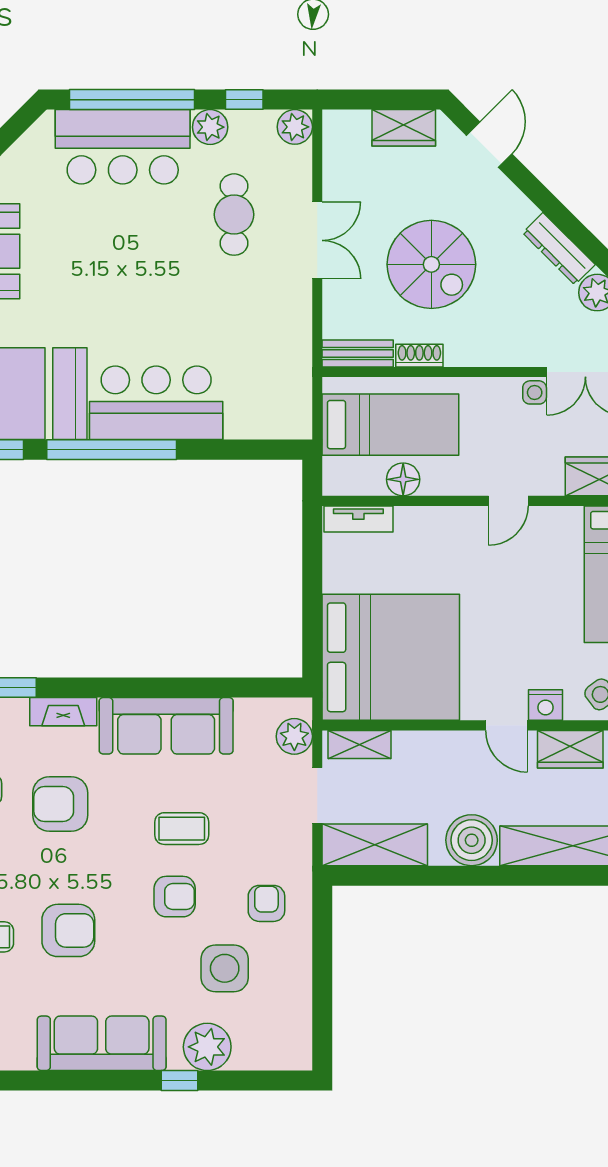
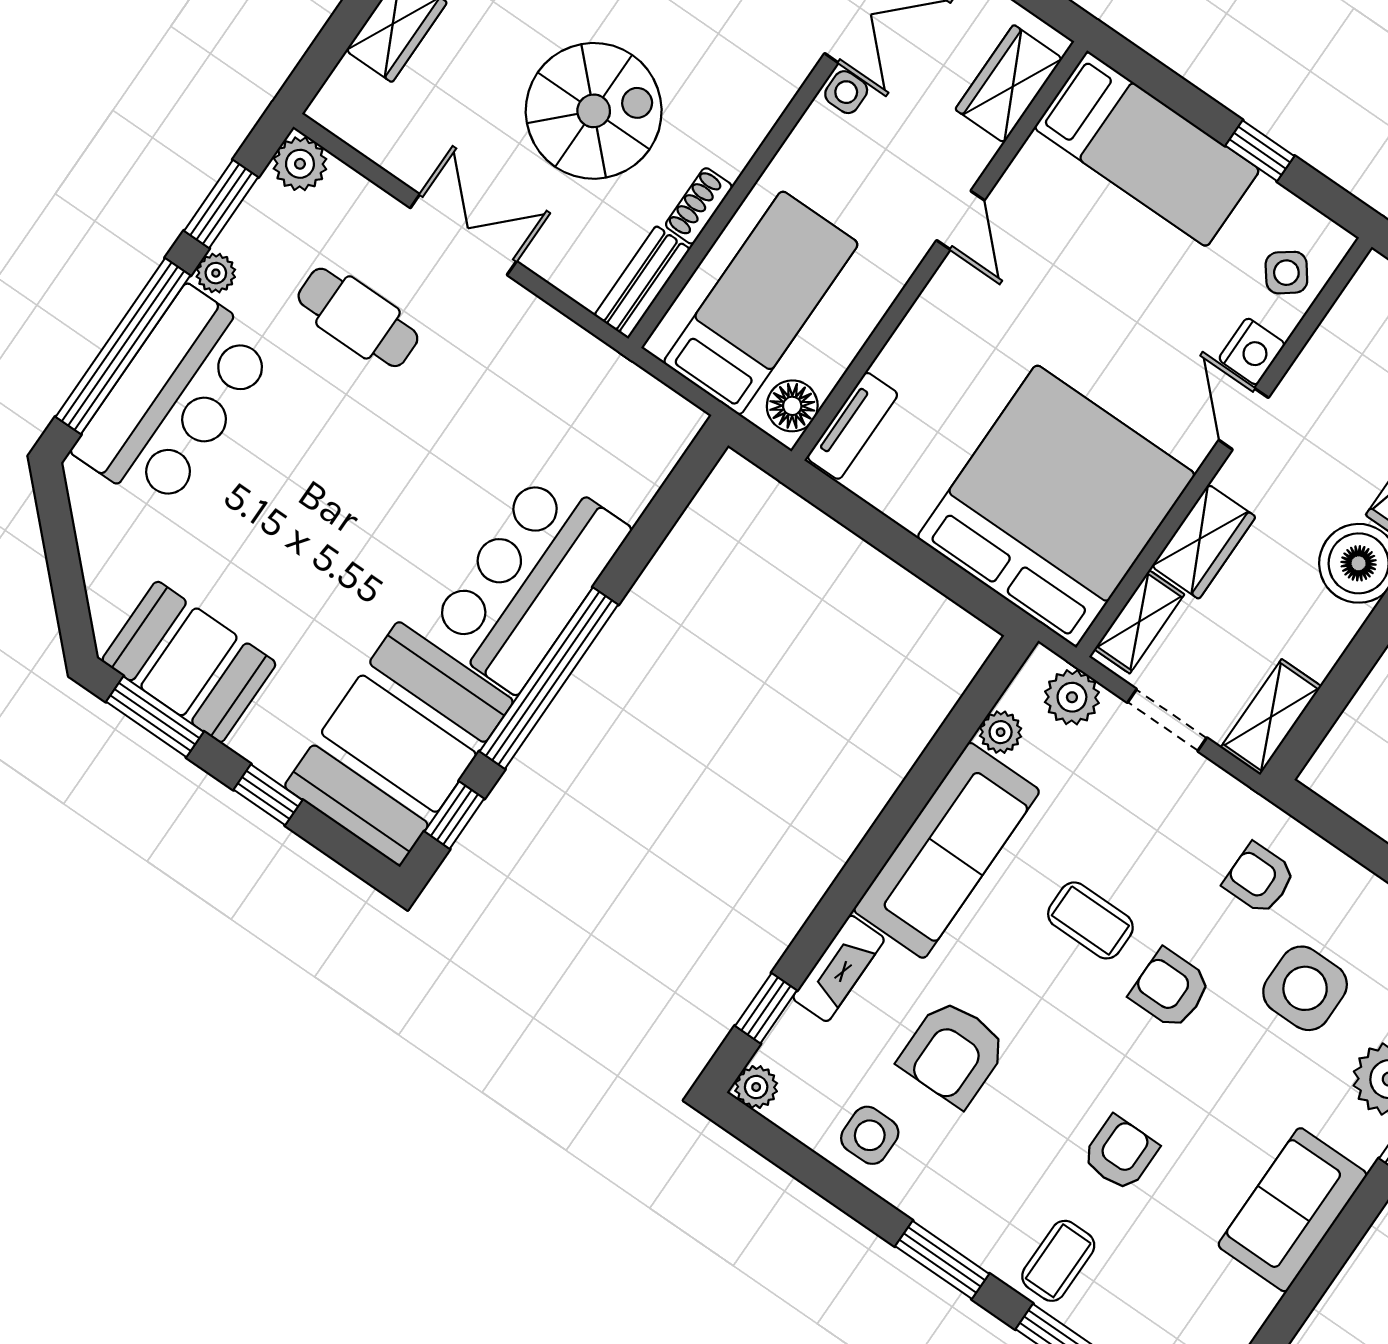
window: (244, 100) -> (221, 204), width x1.50
plant: (210, 127) -> (216, 273), width x0.73, depth x0.73
floor lamp: (403, 479) -> (792, 406), moved
plant: (249, 711) -> (1001, 732), added
door: (506, 725) -> (1244, 419), swing flipped
wardrobe: (570, 749) -> (1204, 542), moved
coffee table: (182, 829) -> (1090, 920), turned 90
shelving: (375, 845) -> (1271, 717), width x0.67, depth x0.75
armchair: (175, 897) -> (1170, 989), turned -90
armchair: (68, 930) -> (1120, 1153), width x0.72, depth x0.72
sofa: (102, 1043) -> (1292, 1210), width x0.73

